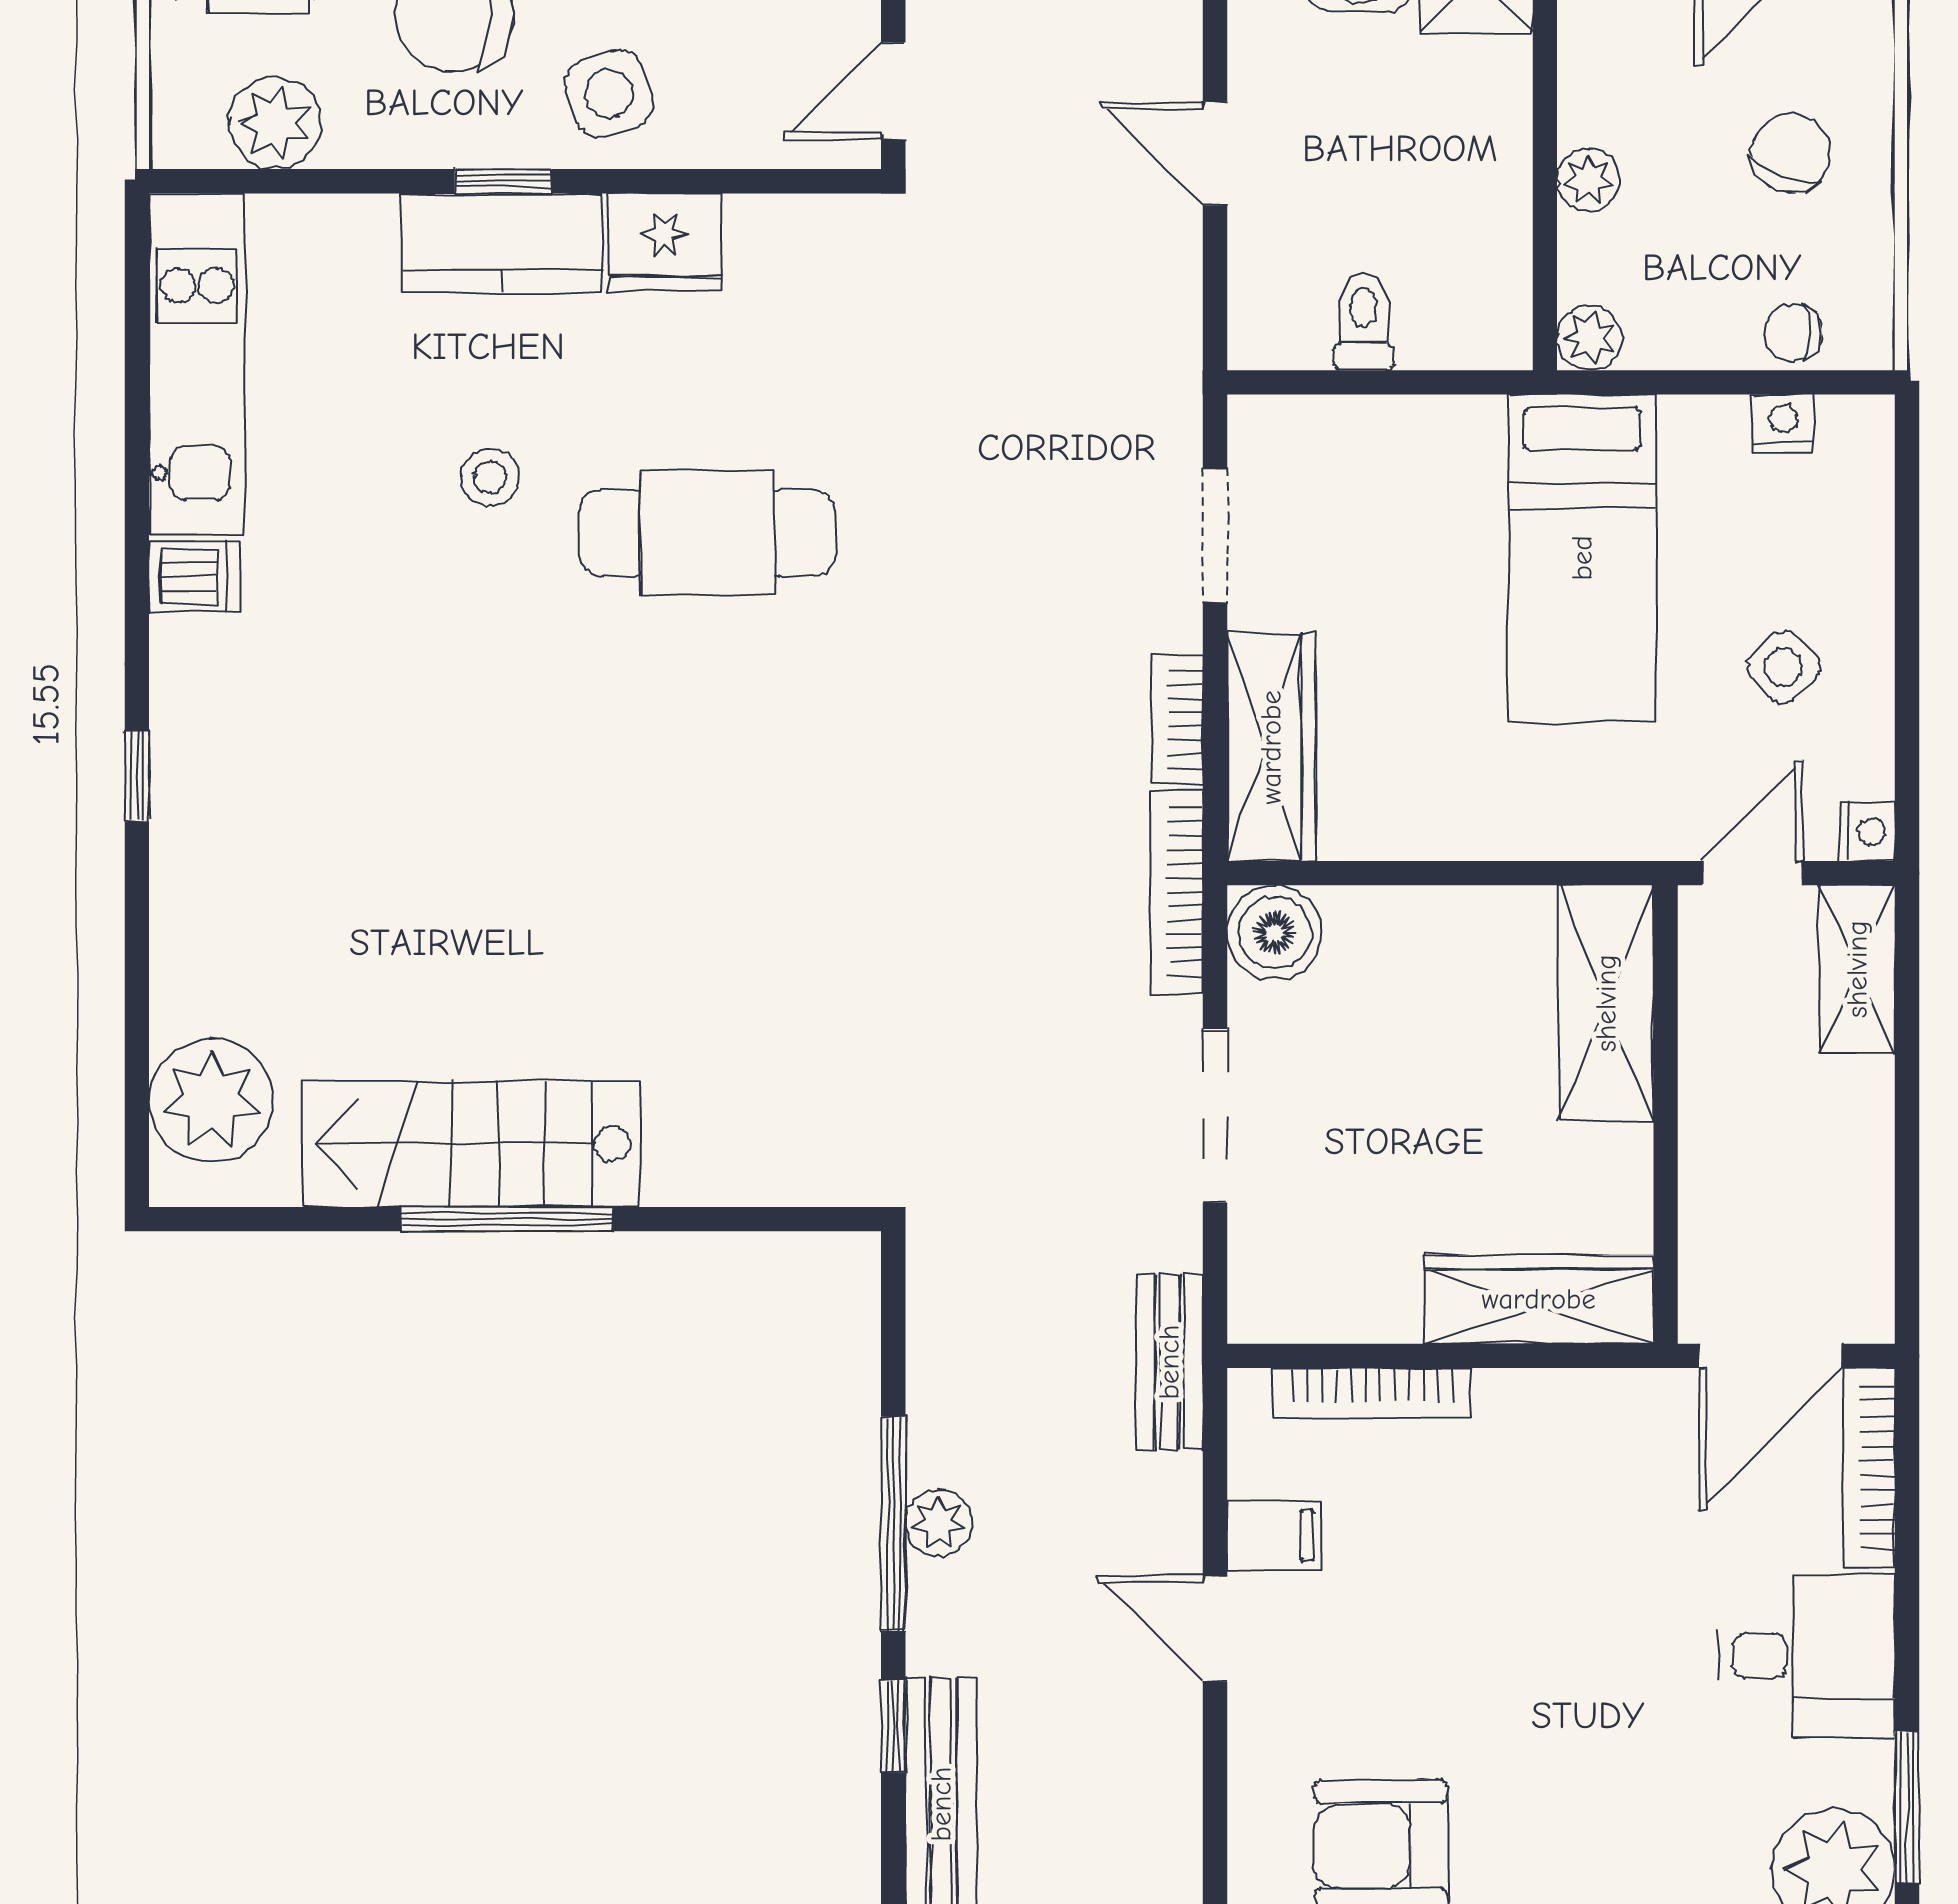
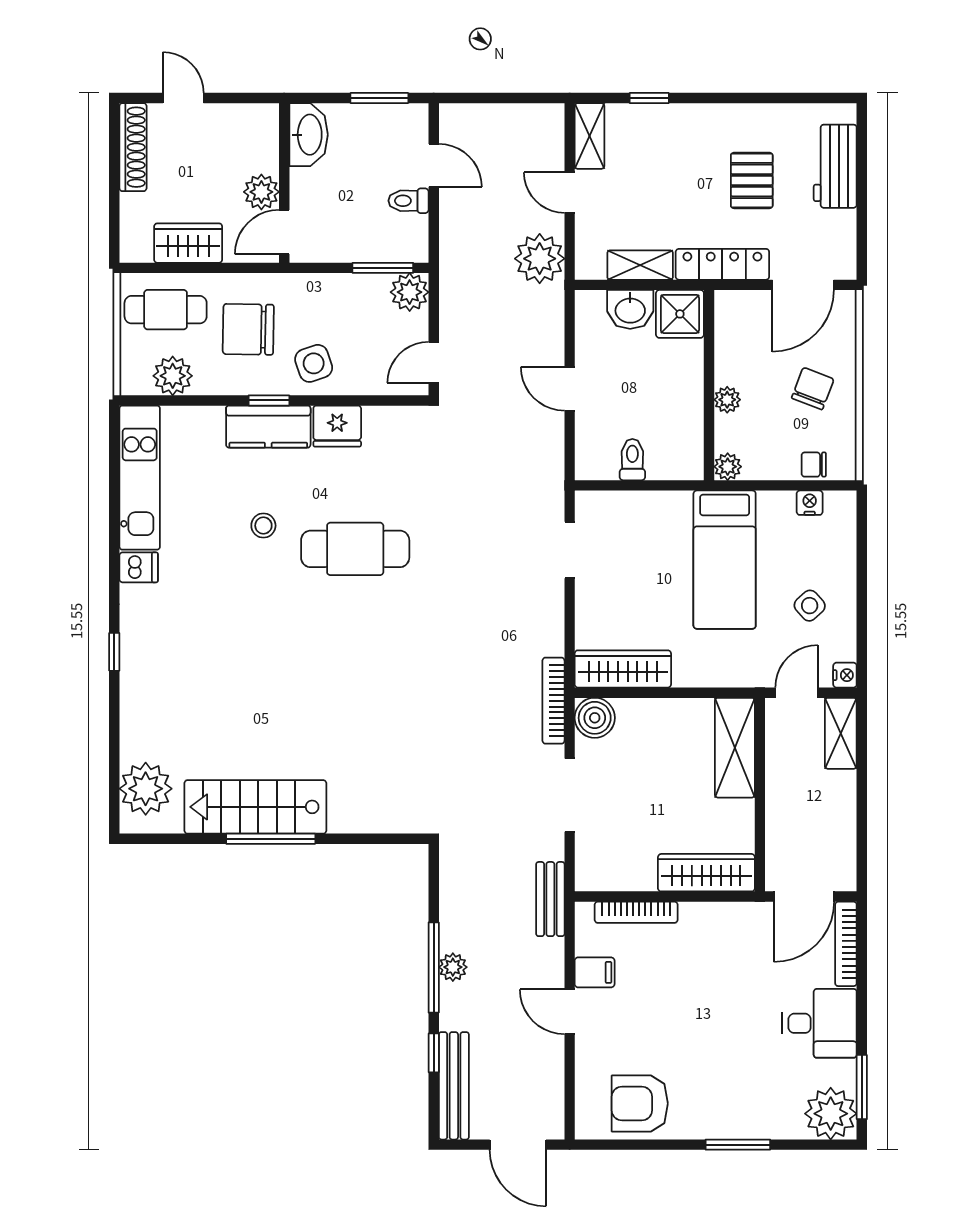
bookcase: (1177, 719) -> (554, 628), removed
wardrobe: (1271, 747) -> (623, 669), moved, turned -90

